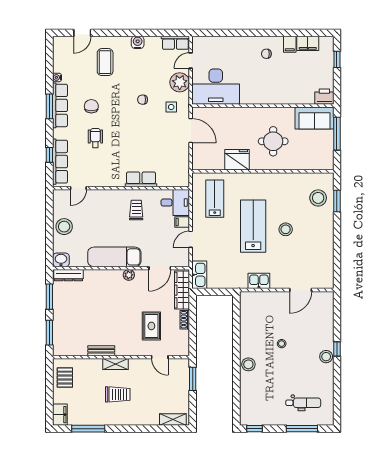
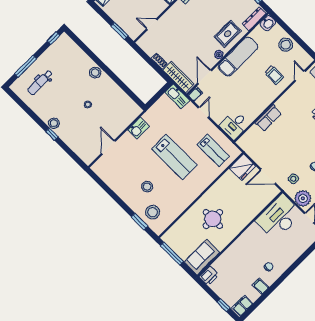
filing cabinet: (308, 43) -> (242, 306), moved
window: (337, 134) -> (172, 254), moved
fridge: (237, 160) -> (243, 167), moved
trolley: (136, 210) -> (274, 75), moved
filing cabinet: (182, 222) -> (195, 94), moved
stool: (286, 229) -> (147, 187), moved
rug: (151, 326) -> (228, 34), moved, turned 90

